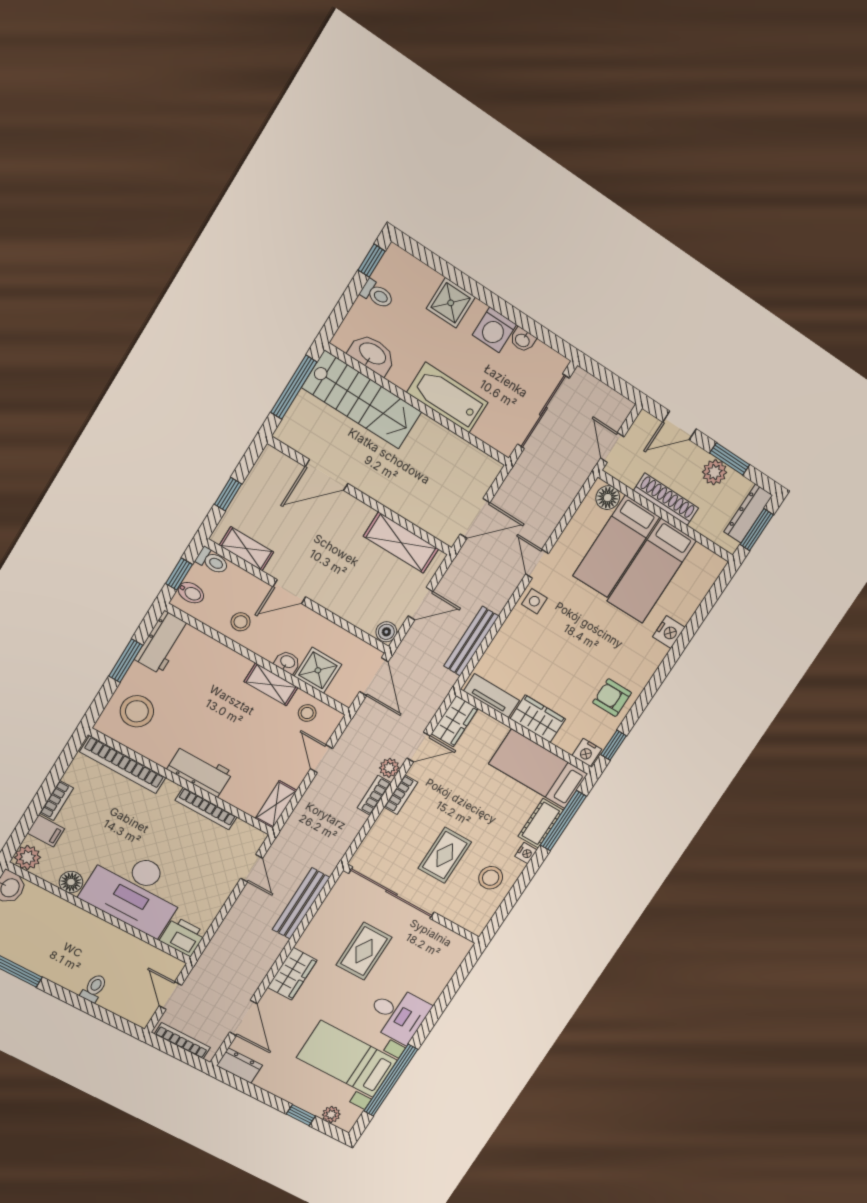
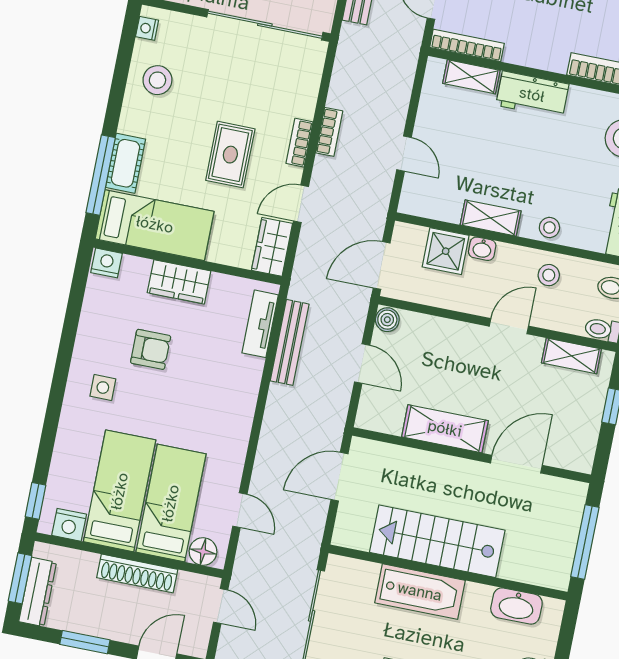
stairs: (362, 400) -> (437, 541), moved
plant: (715, 472) -> (96, 622), removed
shelving: (401, 543) -> (445, 429), moved
door: (537, 564) -> (240, 510), moved
side table: (534, 601) -> (103, 388), moved
door: (421, 604) -> (362, 364), swing flipped
nightstand: (669, 632) -> (69, 525), moved, turned -90
door: (374, 677) -> (382, 265), hinge flipped
tv unit: (492, 696) -> (260, 324), moved, turned 90
armchair: (612, 698) -> (151, 349), moved
stool: (307, 713) -> (549, 227), moved
window: (613, 745) -> (35, 501), moved
plant: (389, 768) -> (324, 169), removed
shelving: (276, 805) -> (471, 77), moved, turned 90
bookcase: (206, 809) -> (467, 45), moved
nightstand: (526, 853) -> (147, 28), moved
rug: (445, 855) -> (230, 155), moved

